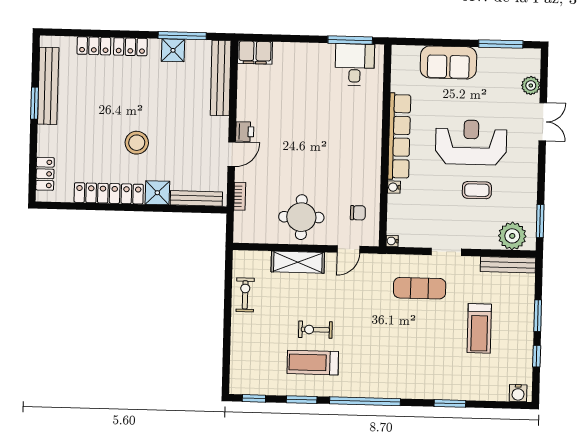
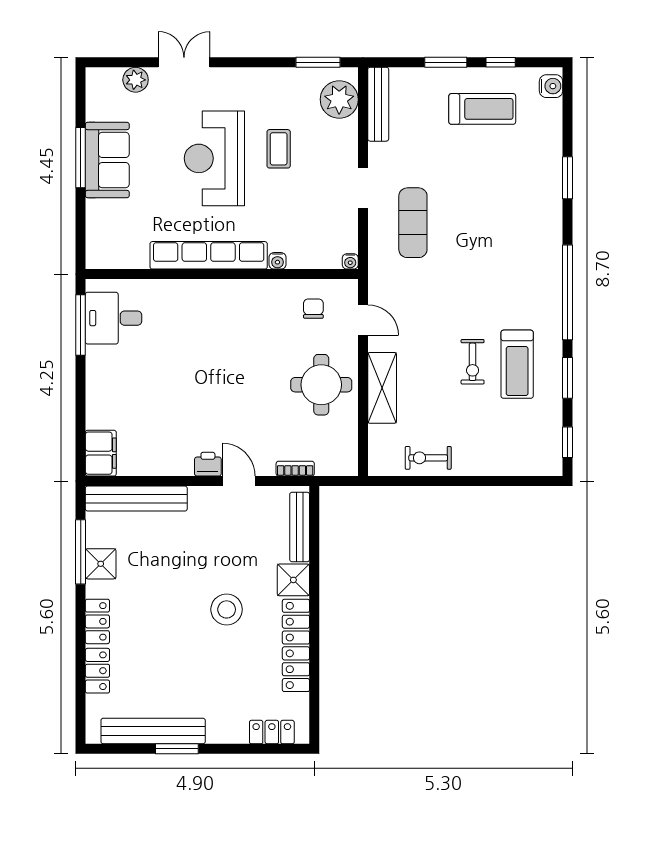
window: (501, 44) -> (81, 158), moved
sofa: (448, 62) -> (107, 160), moved
treadmill: (479, 328) -> (482, 109), moved

